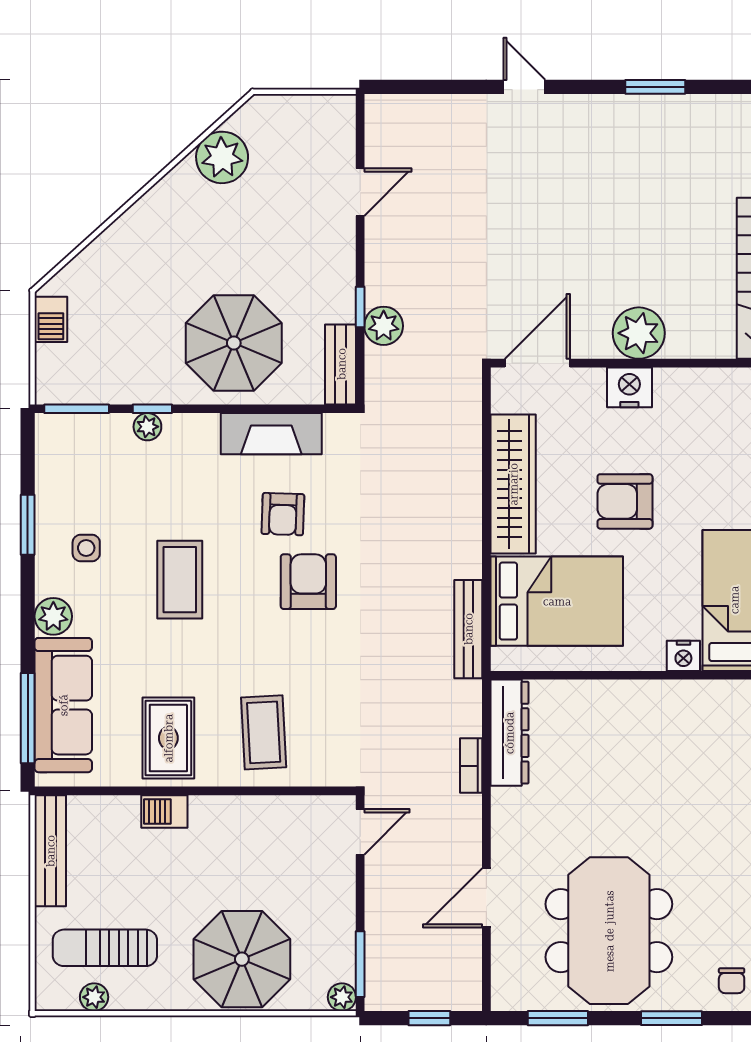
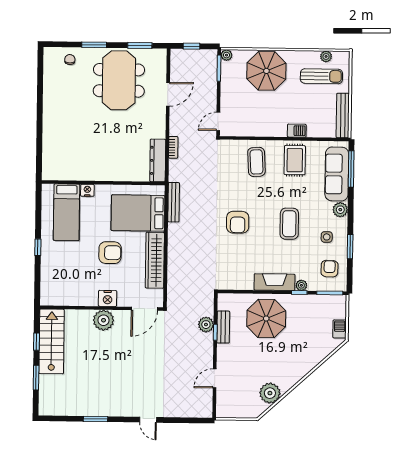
bench: (341, 364) -> (223, 327), moved
fireplace: (271, 434) -> (274, 282), moved
armchair: (283, 514) -> (330, 269), moved

